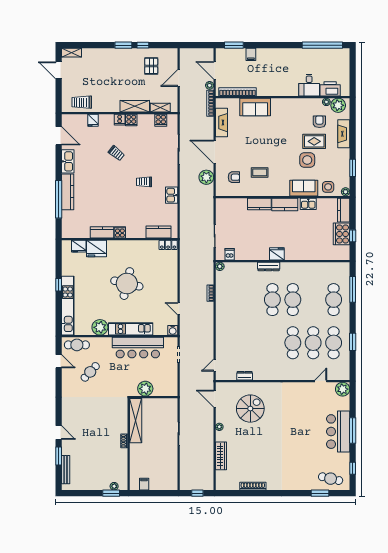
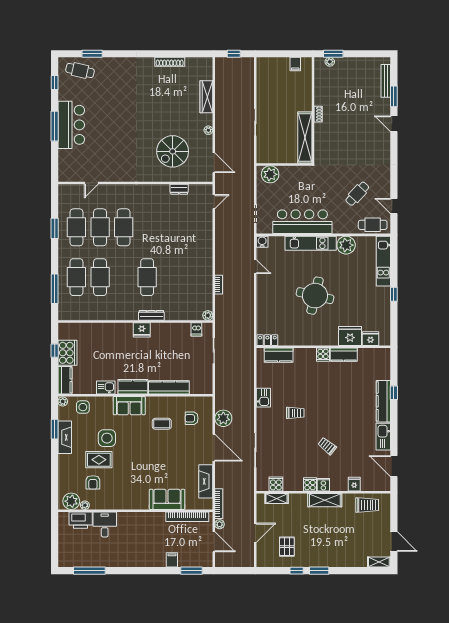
window: (322, 45) -> (89, 571), width x0.68
shelving: (135, 106) -> (325, 500), moved
fireplace: (344, 134) -> (65, 437), moved
sofa: (304, 188) -> (129, 406), moved
window: (59, 199) -> (394, 393), width x0.32
kitchen counter: (259, 204) -> (169, 387), width x1.50
cafe table: (293, 300) -> (100, 277), moved
kitchen unit: (68, 306) -> (383, 261), width x0.73
plant: (145, 389) -> (270, 174), moved
plant: (343, 389) -> (66, 174), removed

